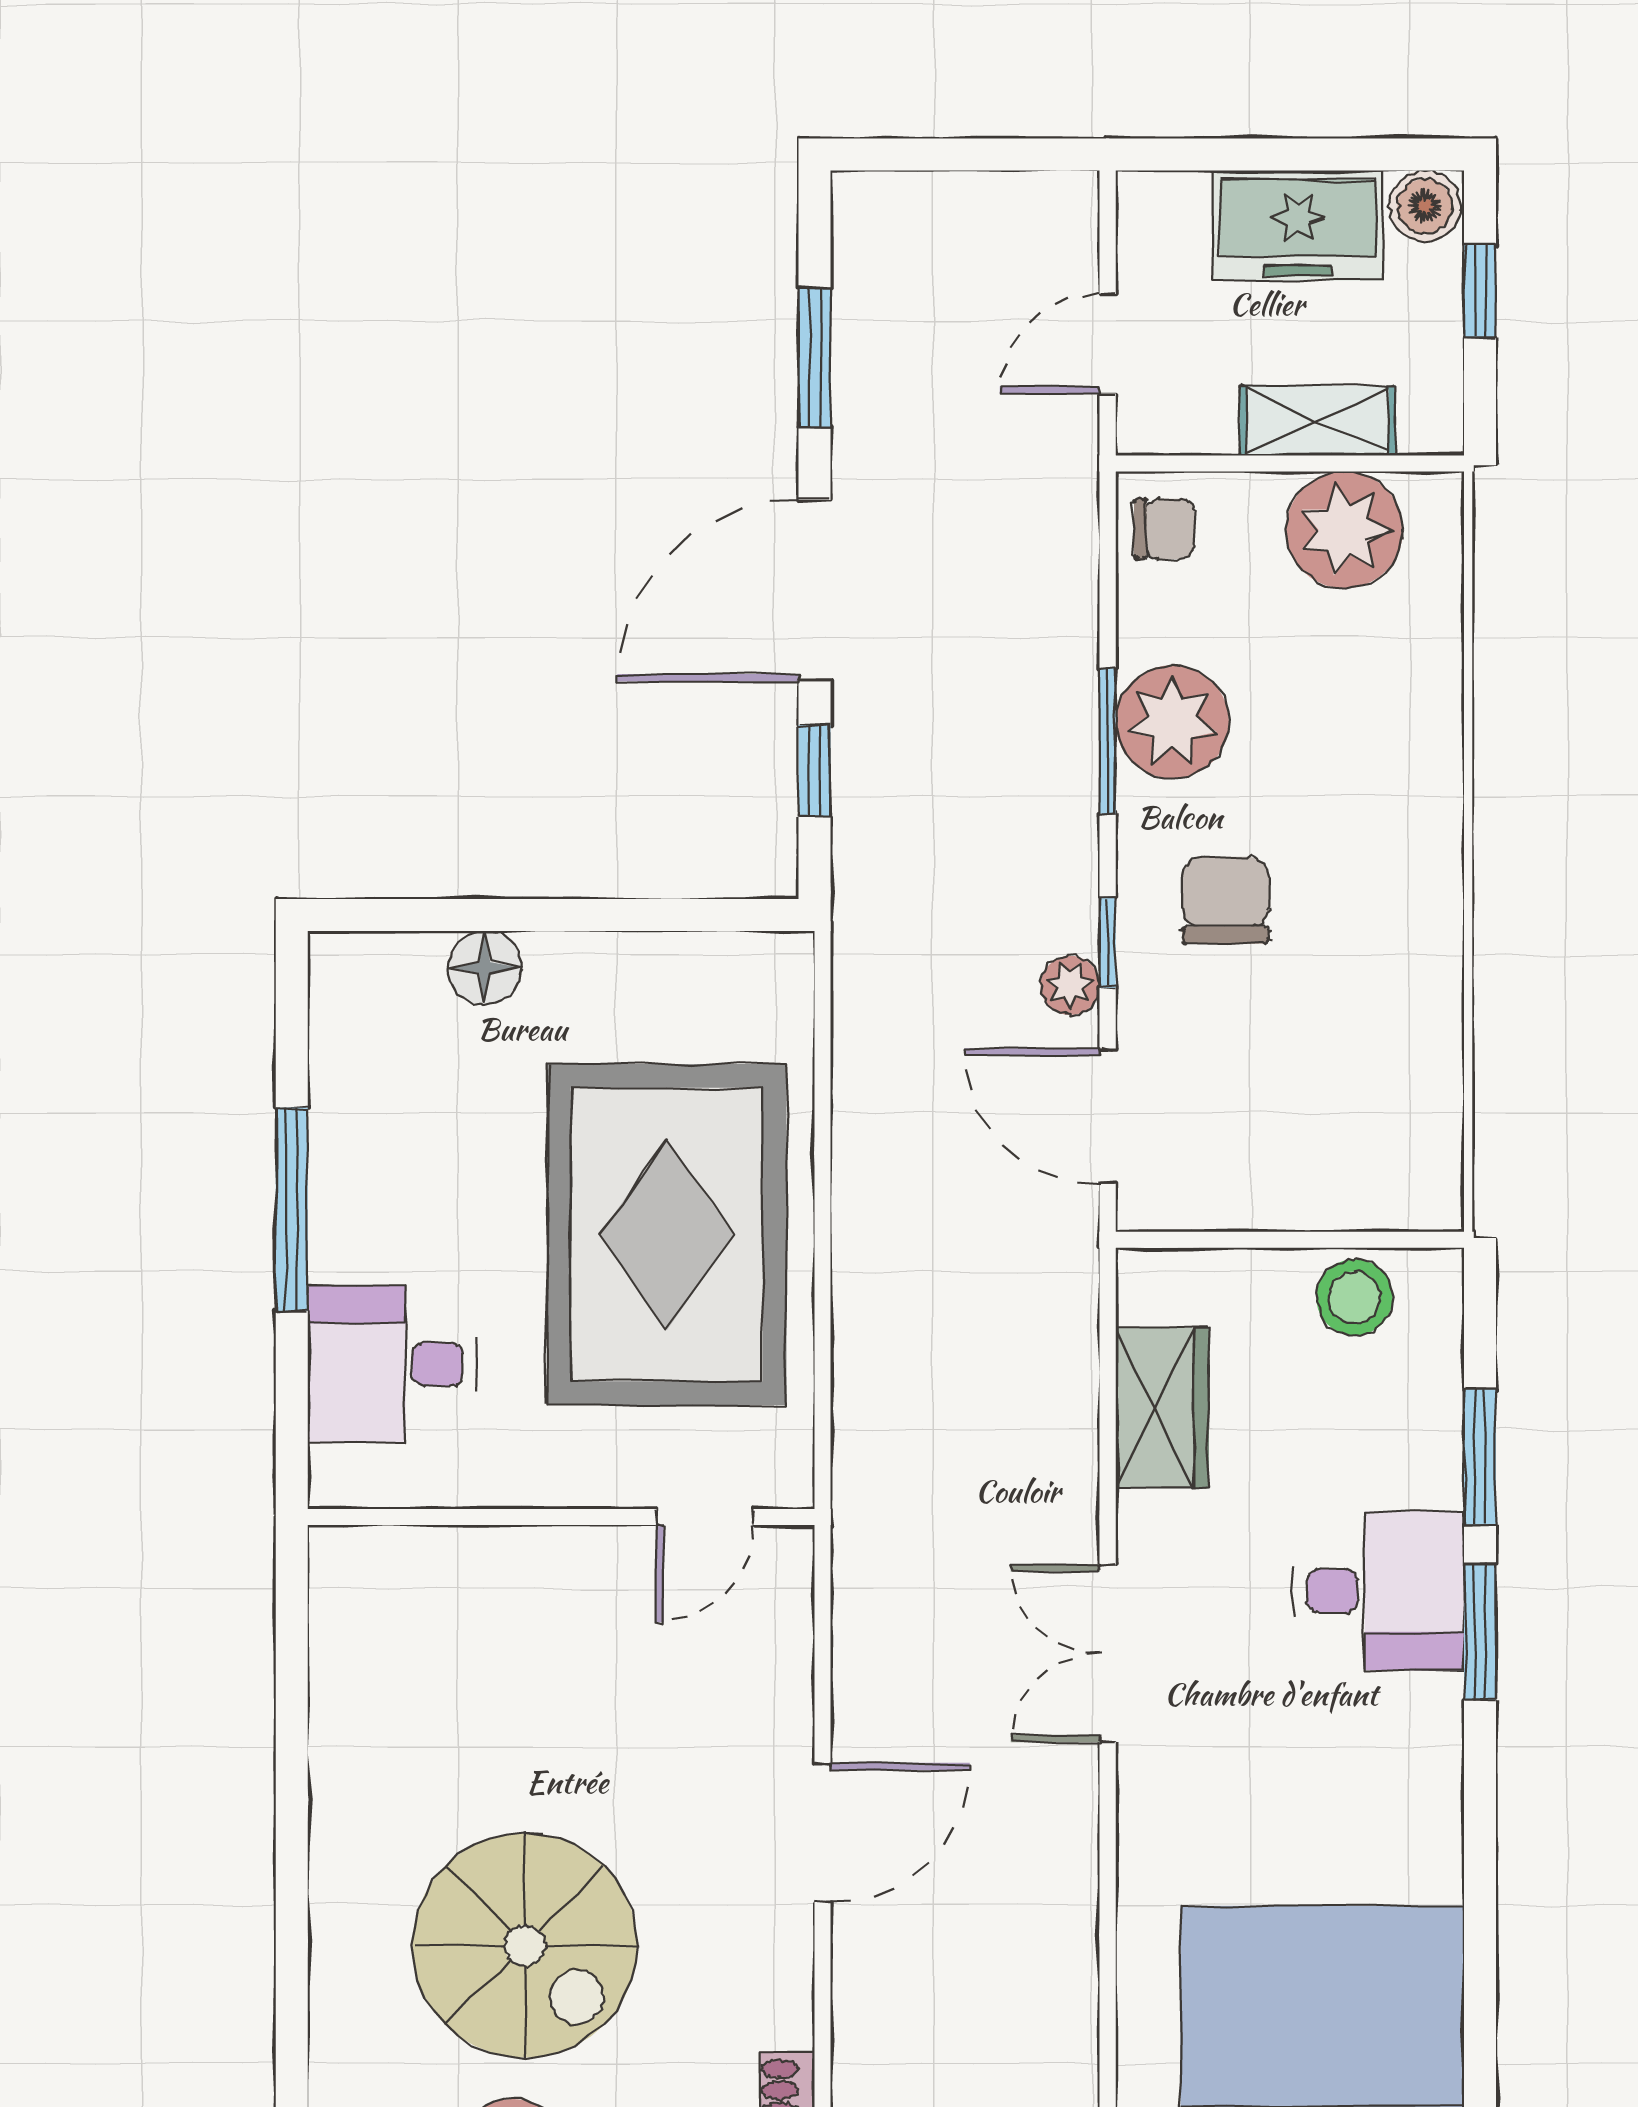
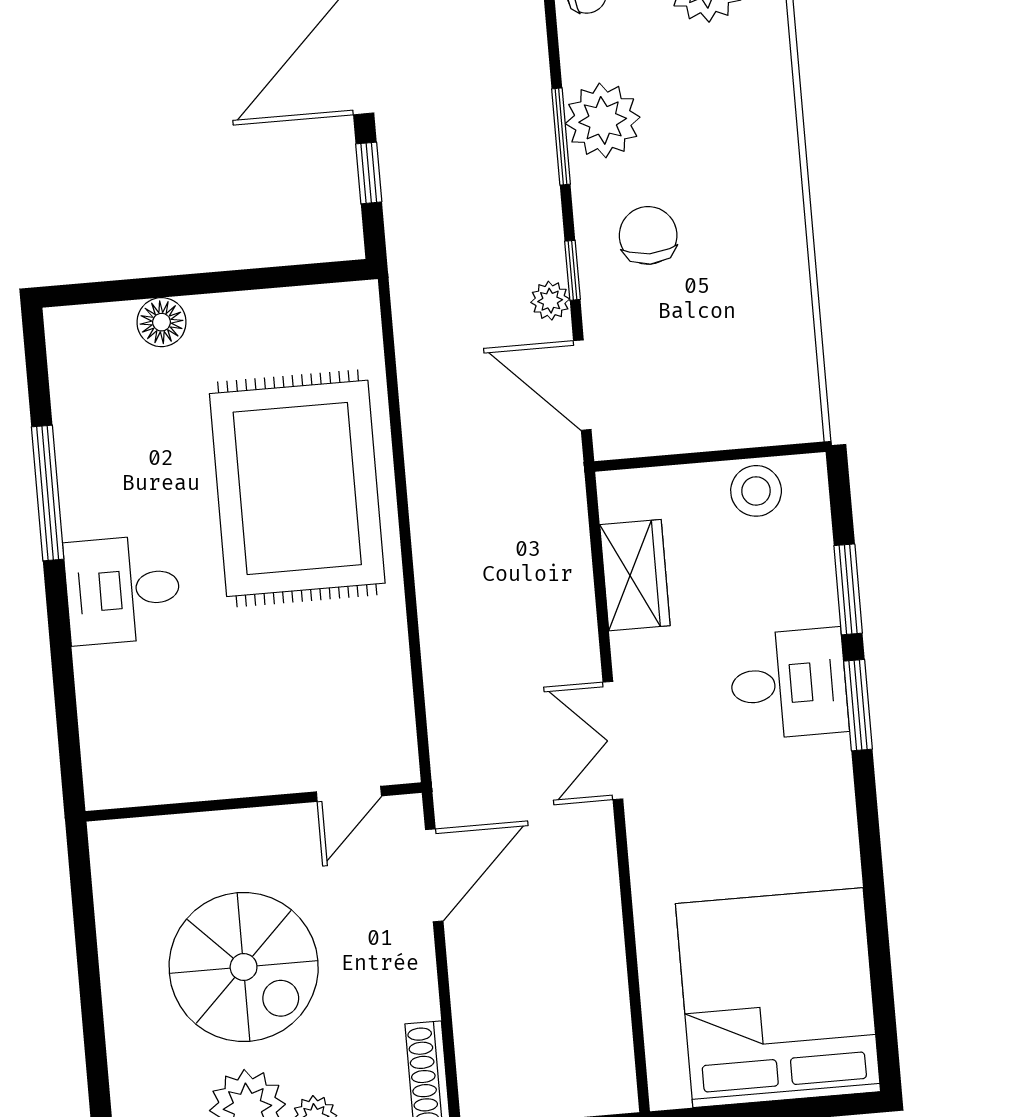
wall: (561, 1517) -> (254, 802), moved
door: (705, 1517) -> (349, 794), moved

